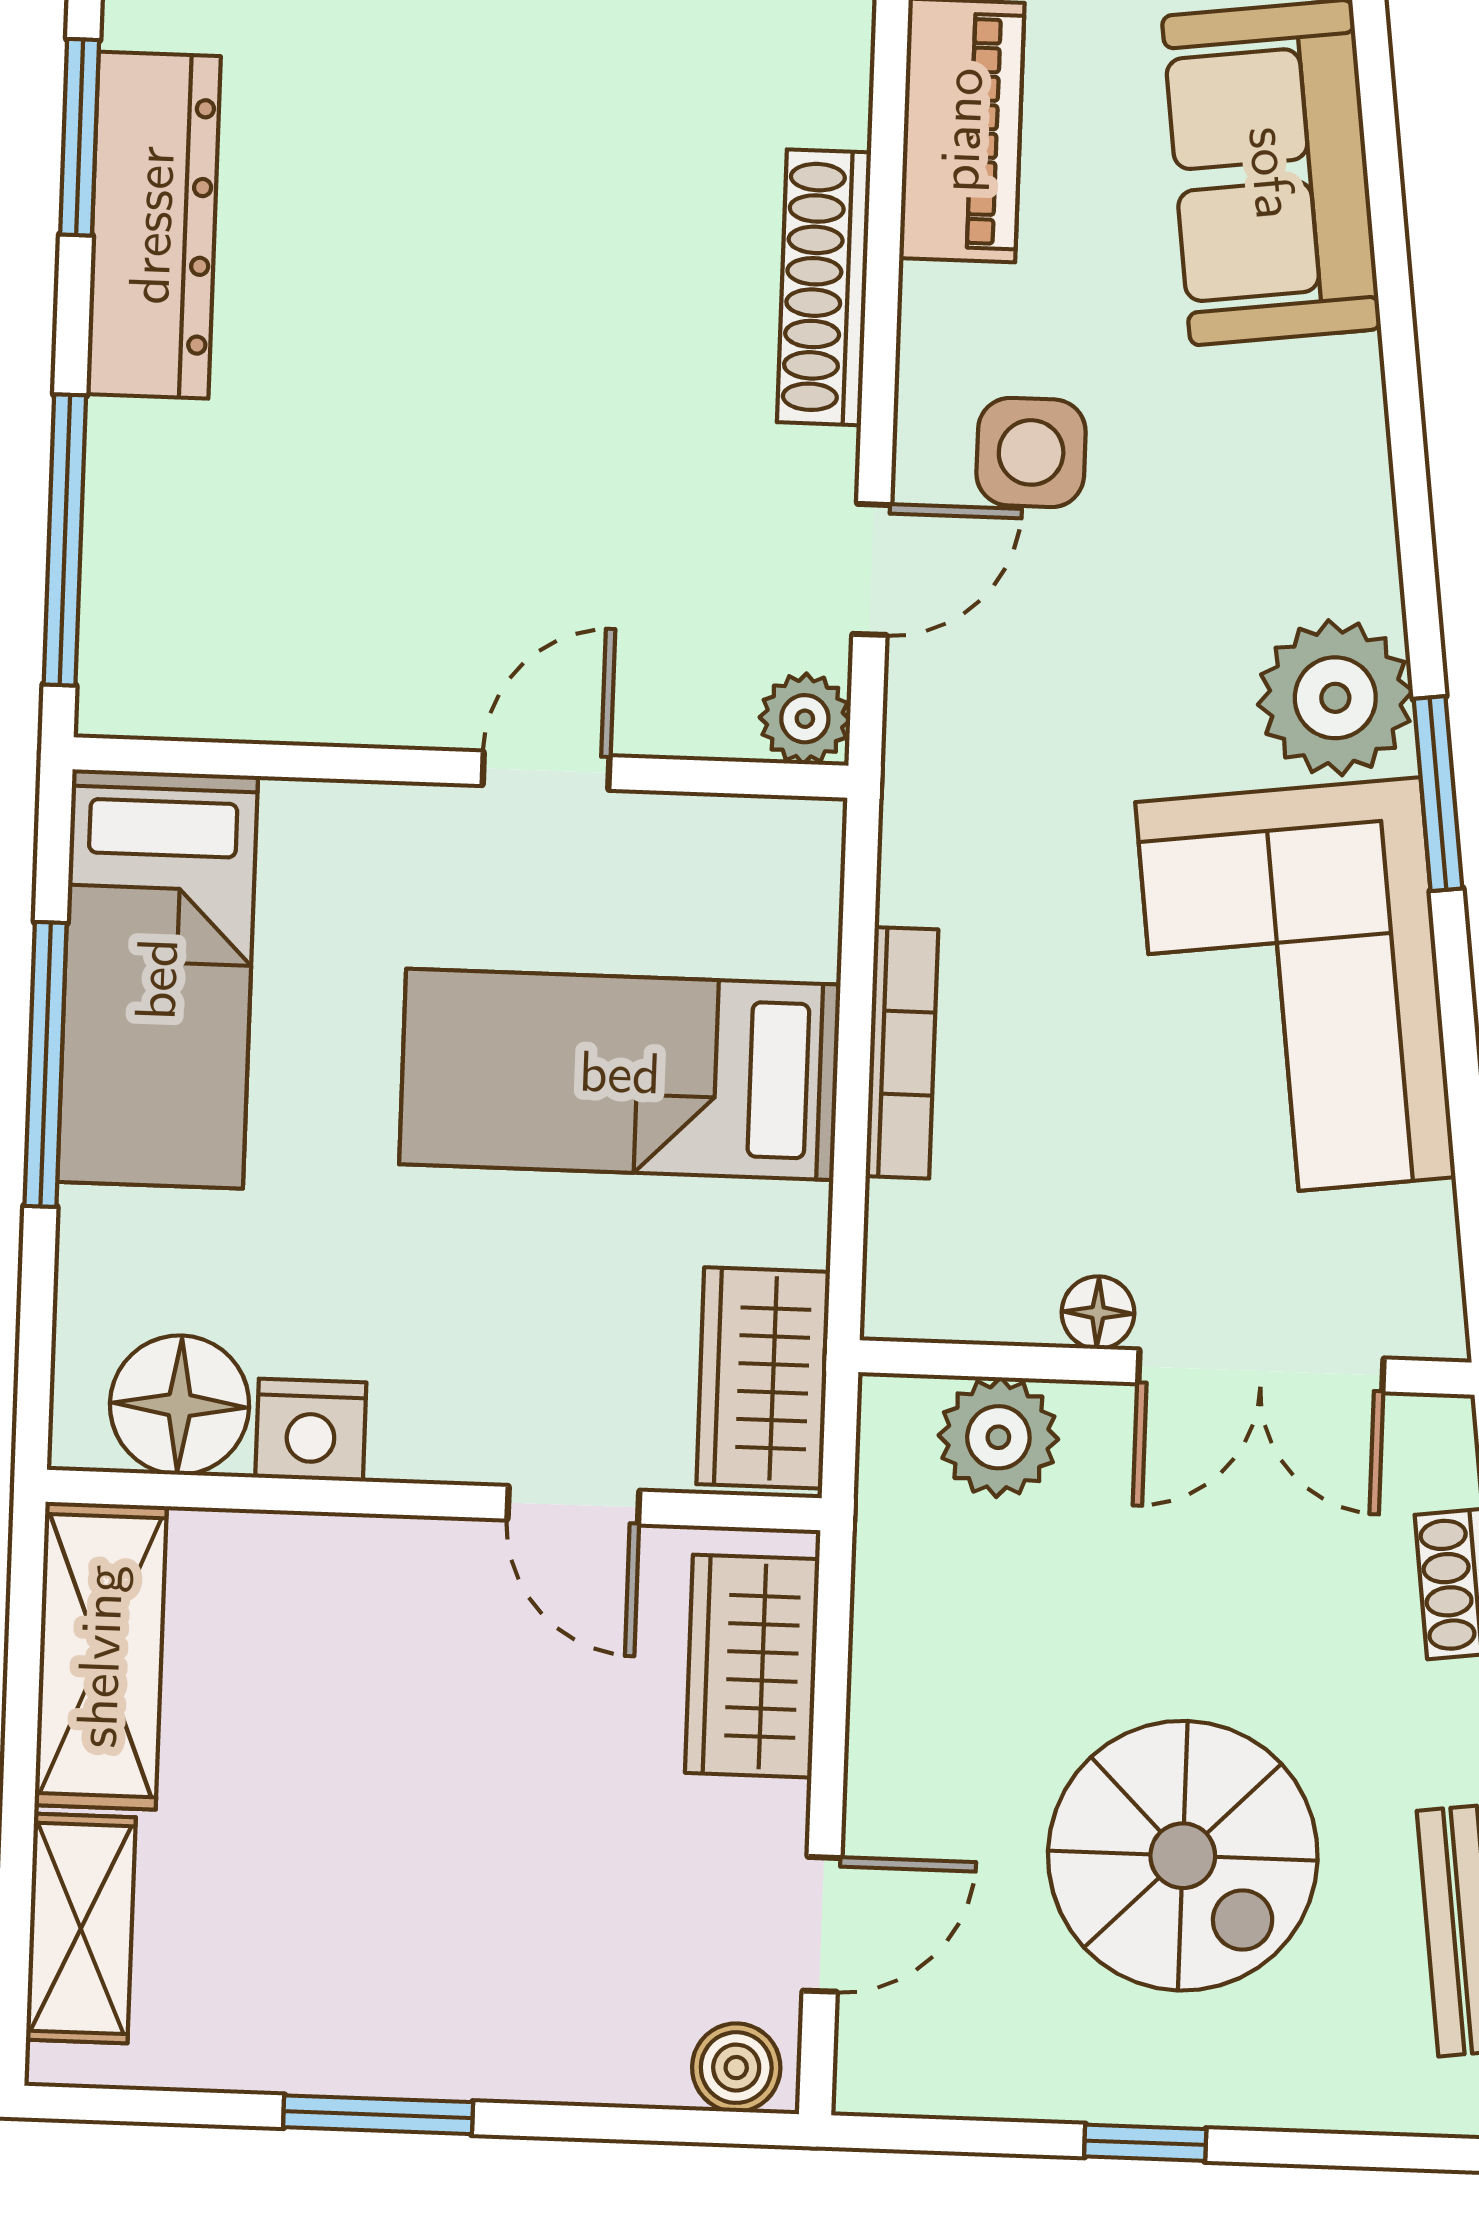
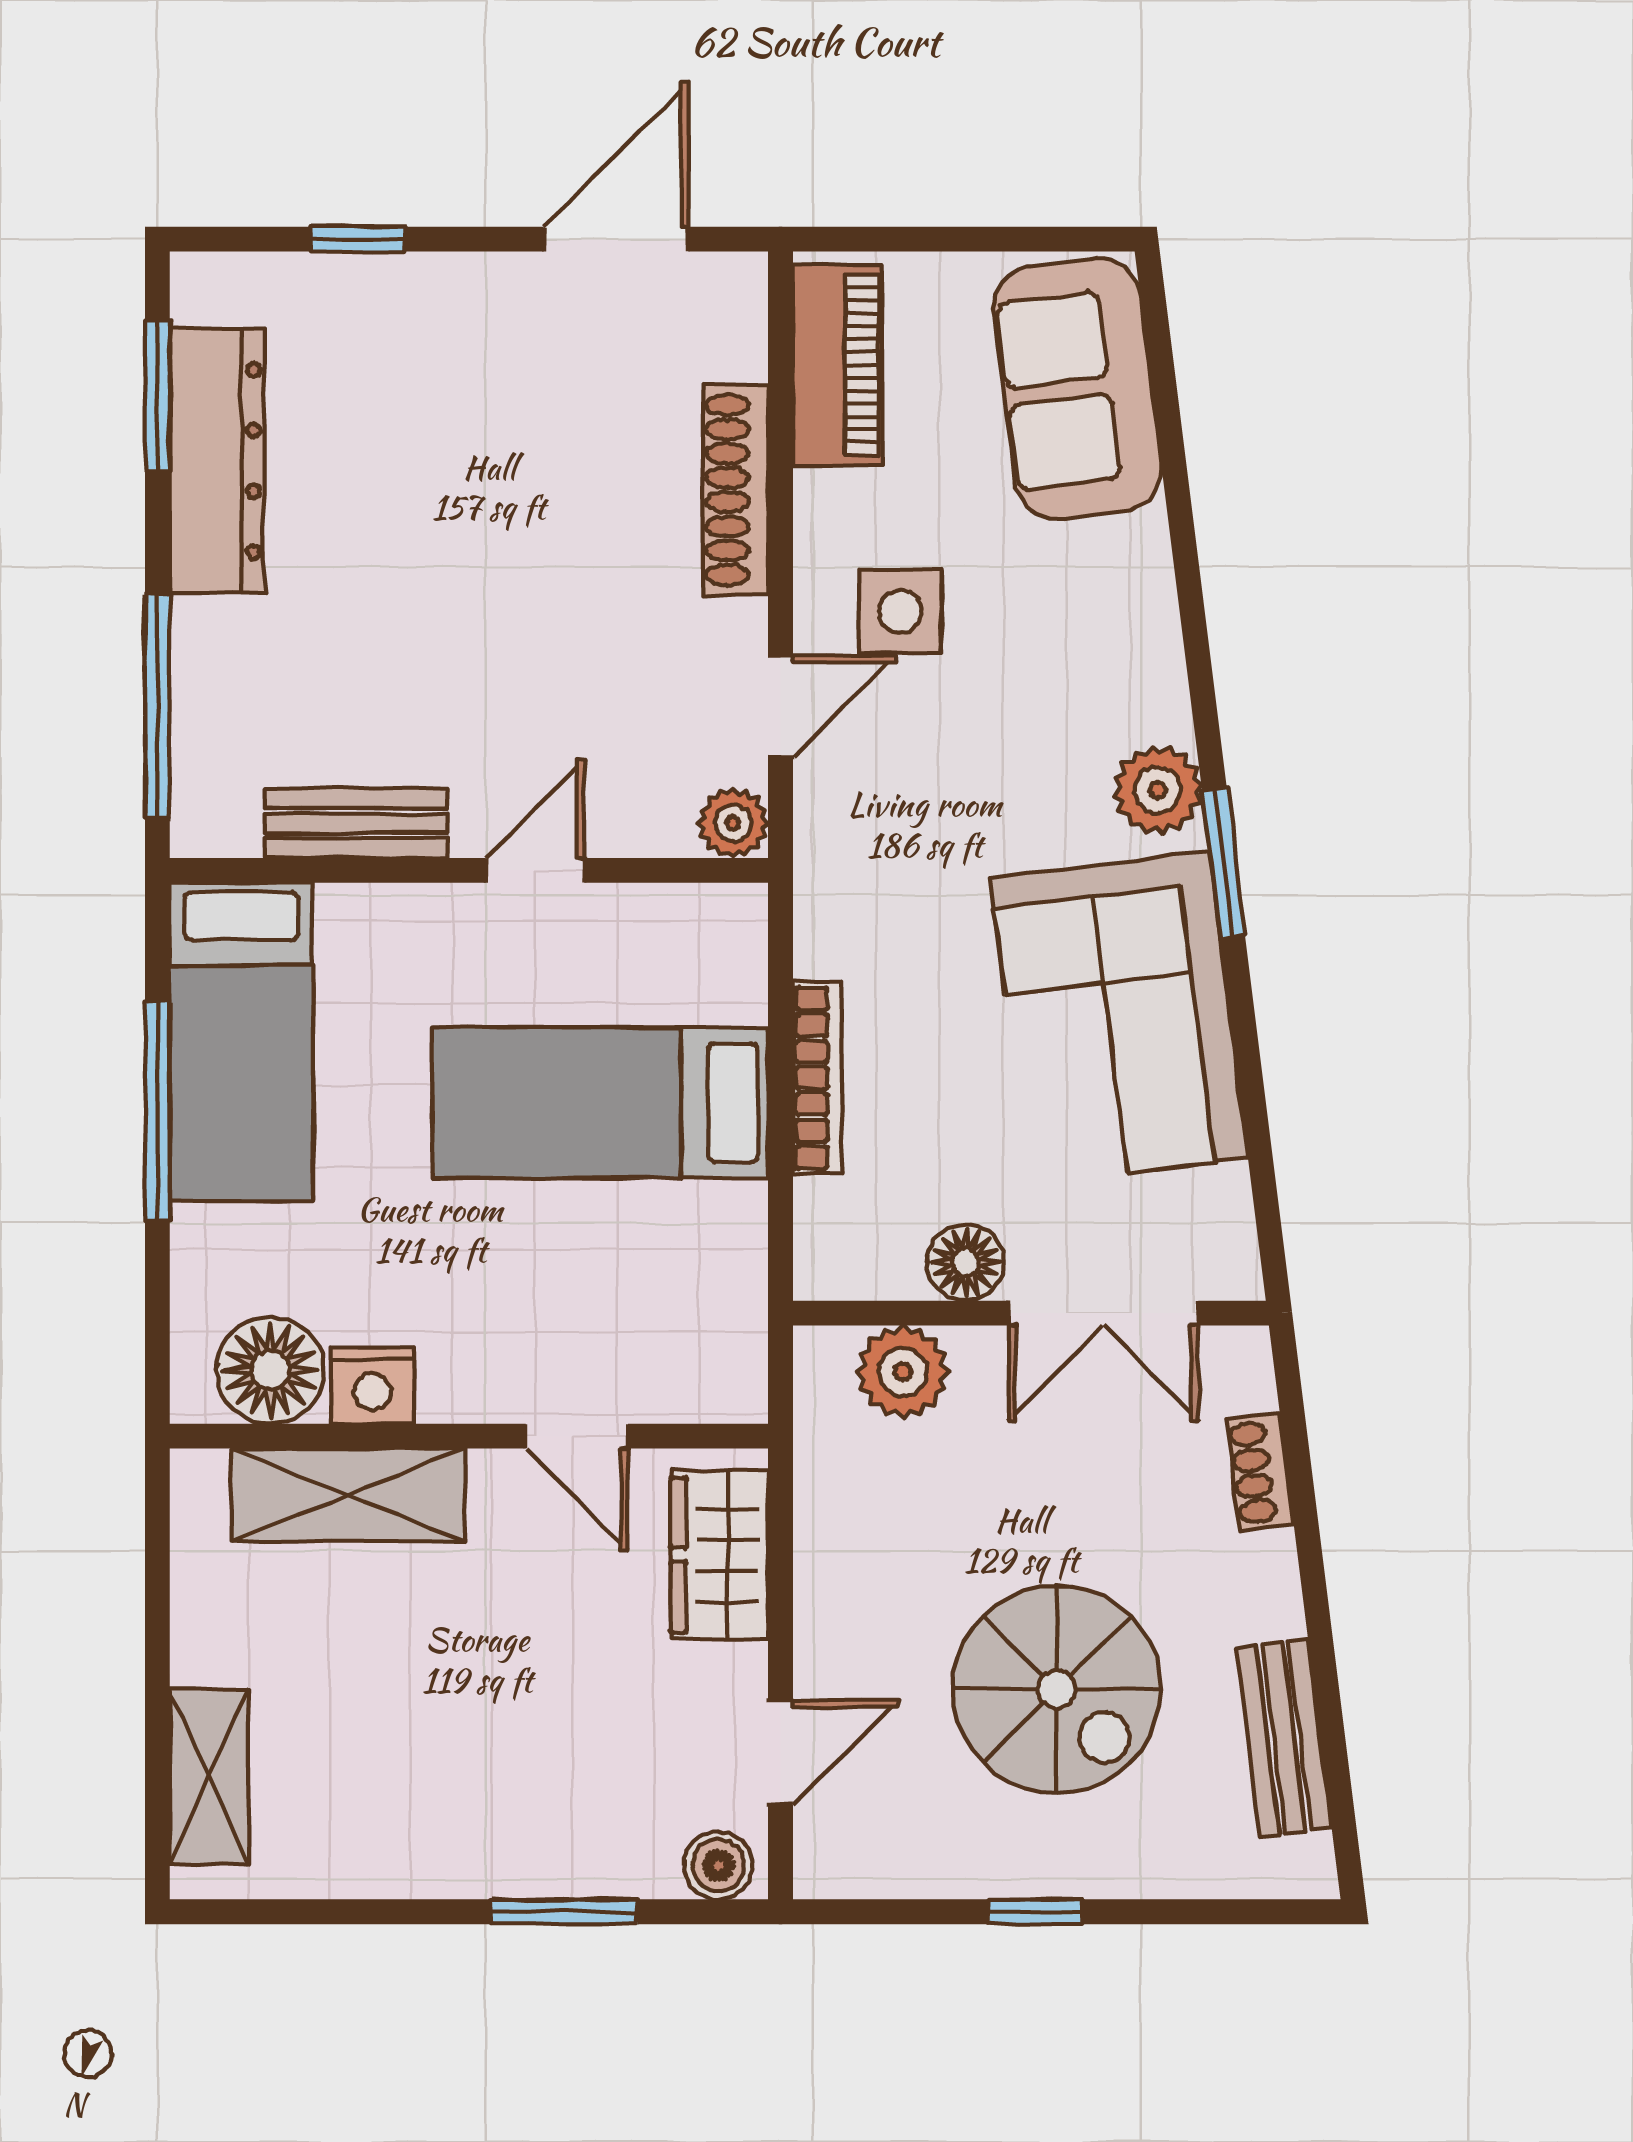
plant: (1335, 698) -> (1158, 790), width x0.73, depth x0.73
bench: (317, 701) -> (356, 823), added
floor lamp: (1098, 1313) -> (966, 1262), width x1.37, depth x1.37
wardrobe: (763, 1378) -> (720, 1333), removed
shelving: (101, 1656) -> (348, 1495), moved, turned 90
window: (378, 2115) -> (564, 1912), moved

